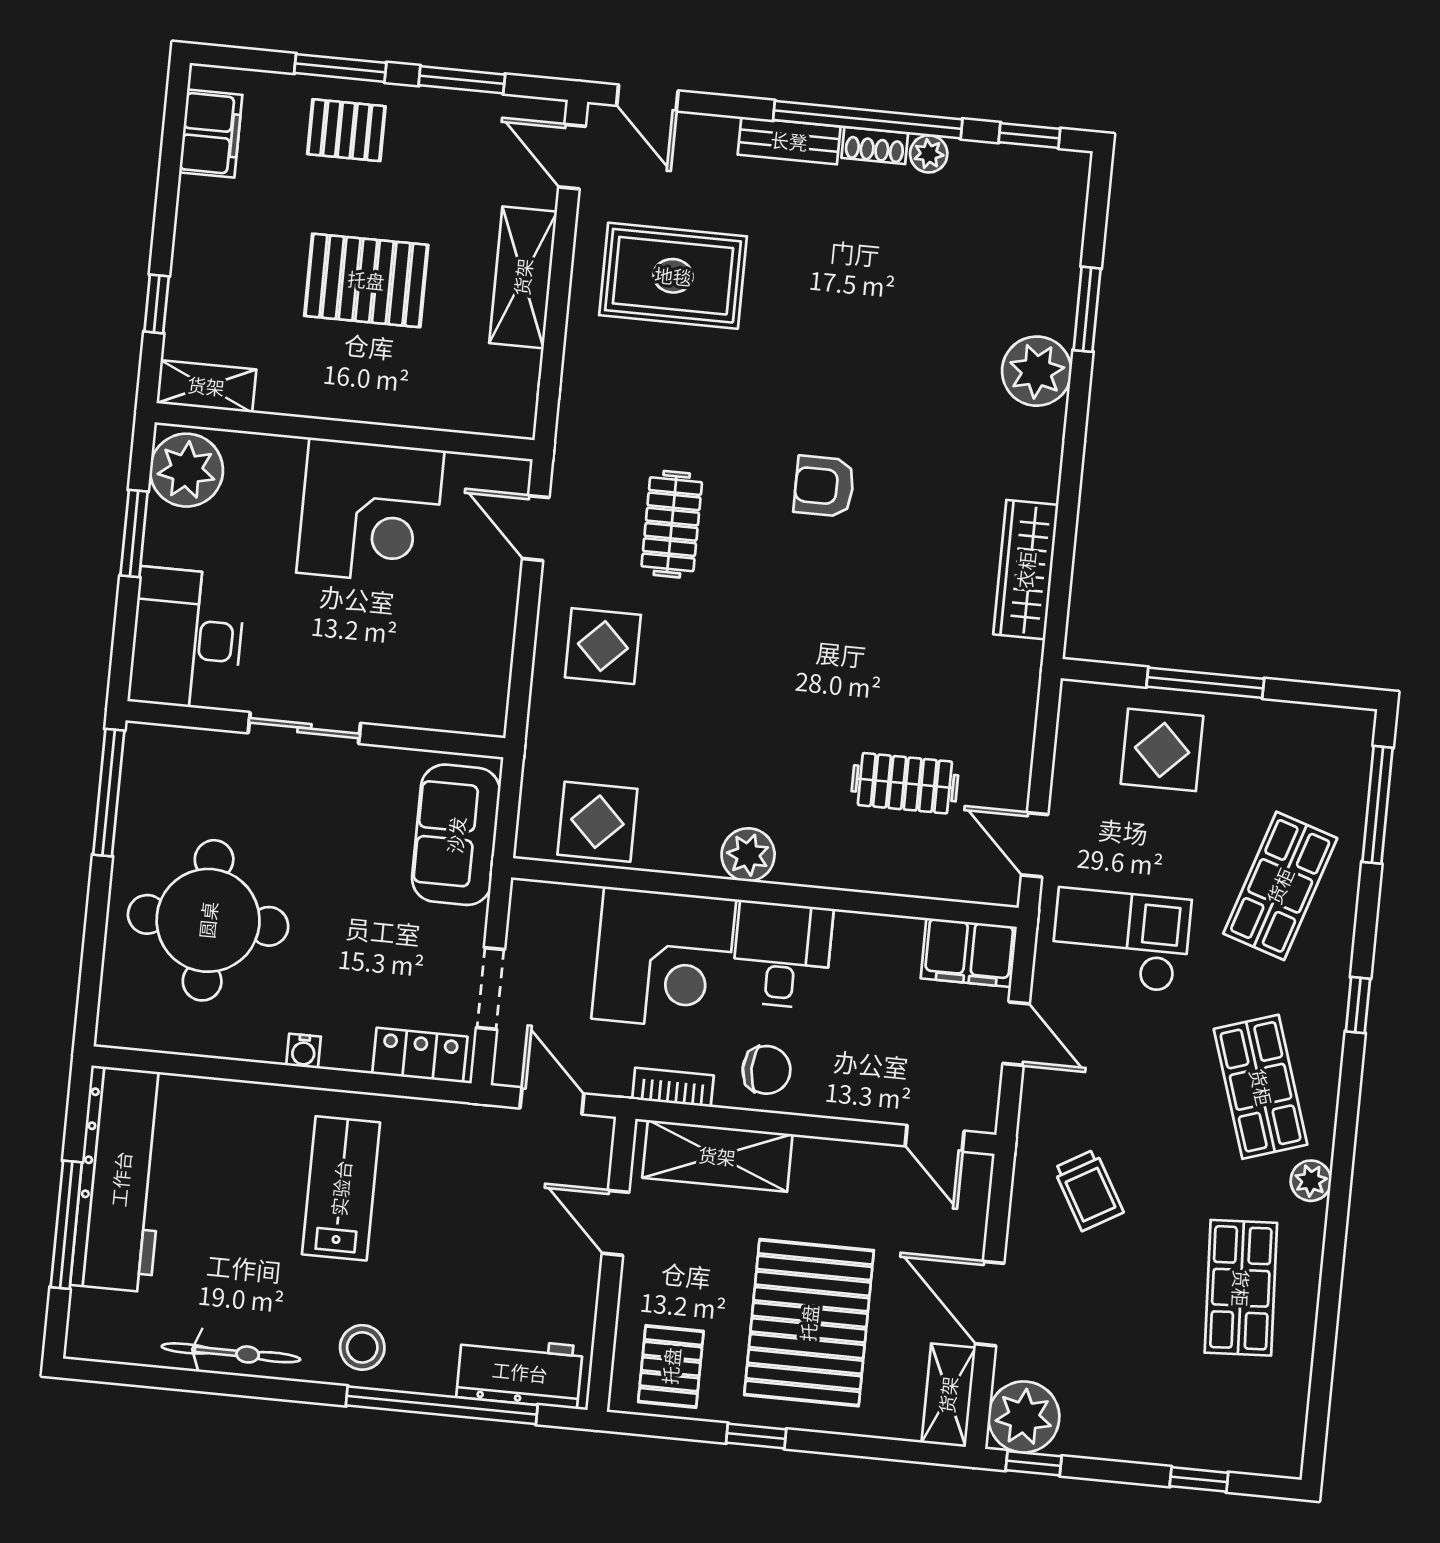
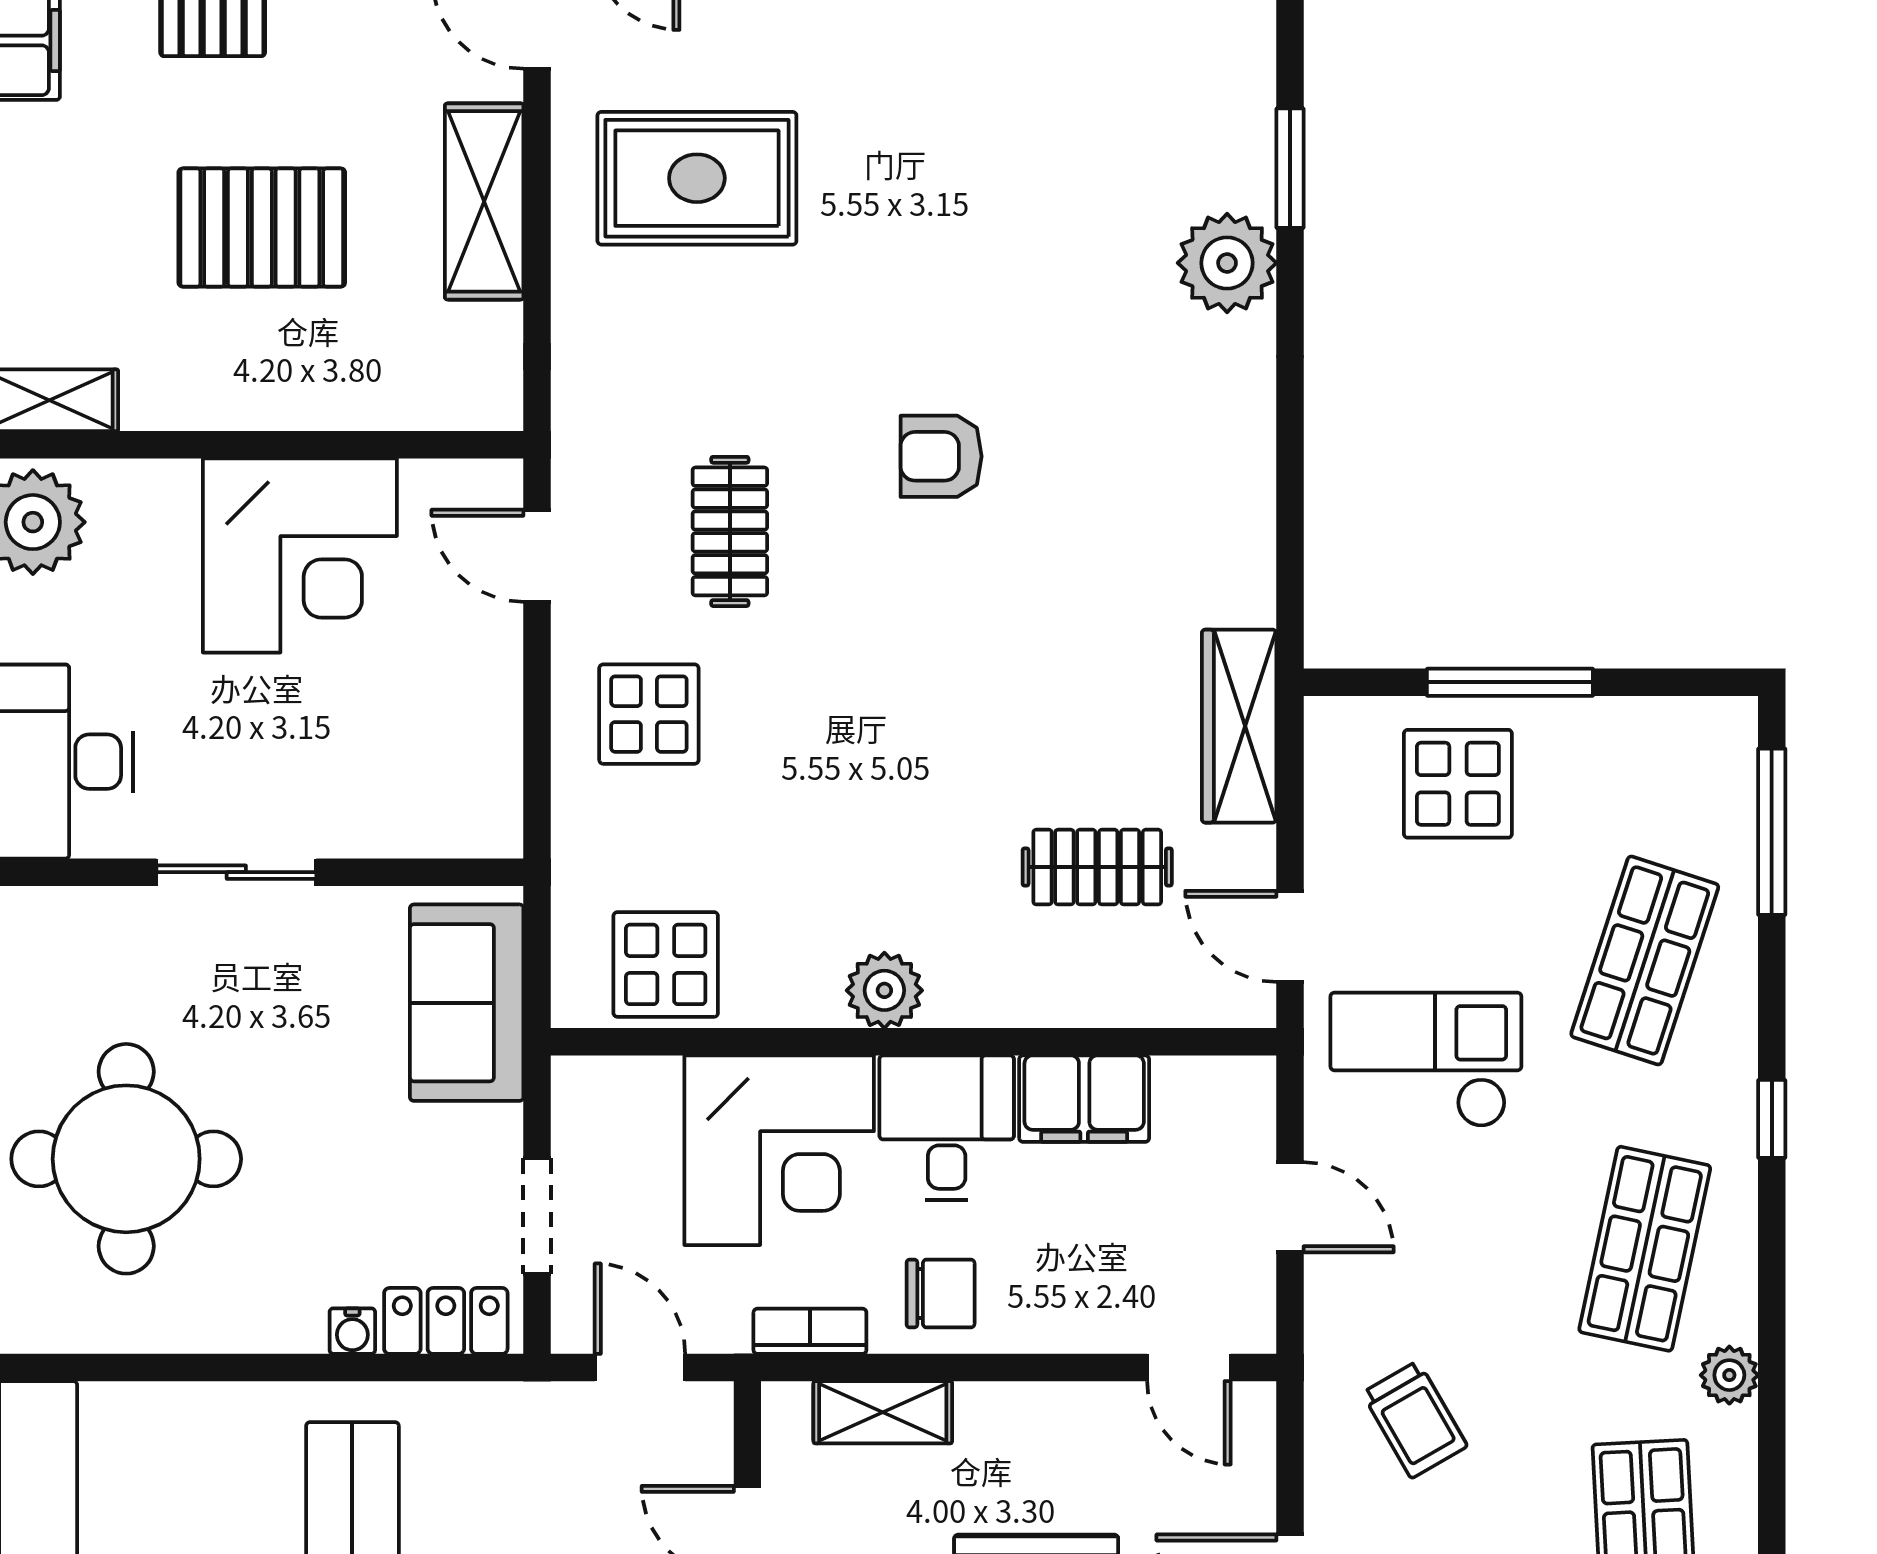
wardrobe: (1026, 570) -> (1239, 726), moved
filing cabinet: (969, 953) -> (1084, 1099), moved
water cooler: (304, 1051) -> (352, 1331), moved
shop shelf: (1261, 1087) -> (1645, 1249), turned 30
shelving: (717, 1156) -> (883, 1412), width x0.67, depth x0.75

